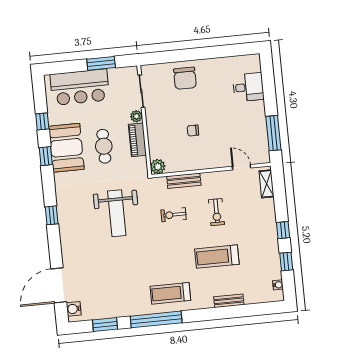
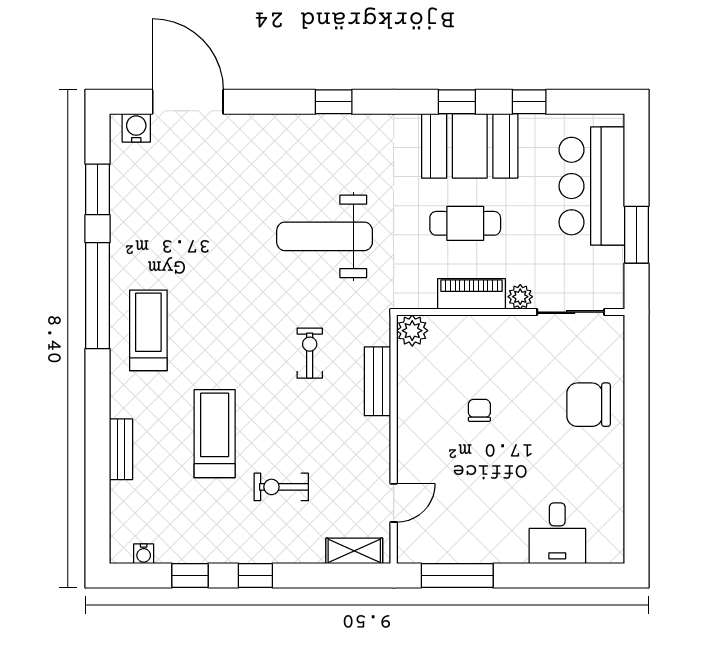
exercise bike: (216, 212) -> (281, 487), moved

